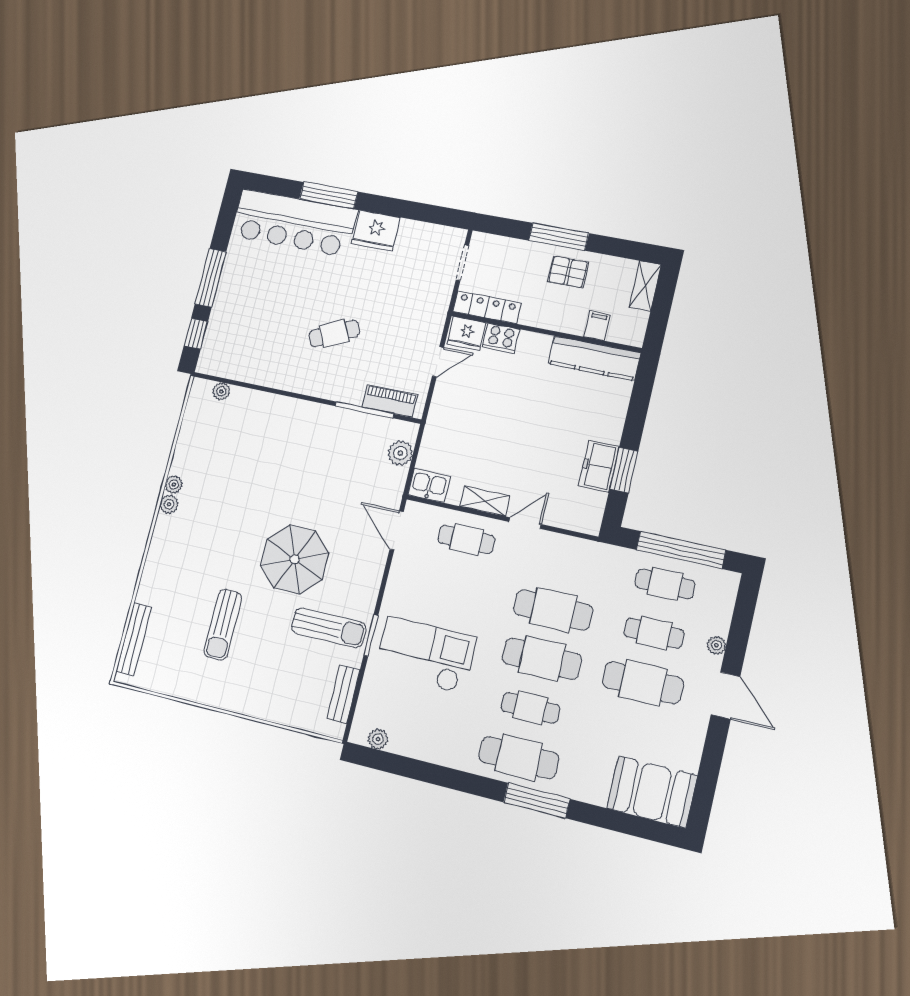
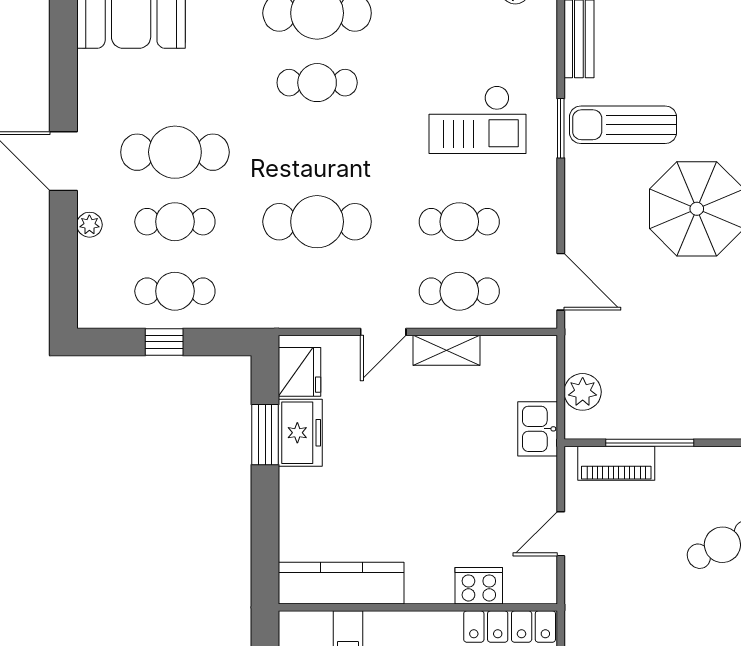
fridge: (467, 333) -> (300, 372), moved, turned 90
kitchen sink: (429, 485) -> (538, 429), moved, turned 90
window: (681, 550) -> (164, 342), width x0.32
checkout: (426, 655) -> (477, 120), width x0.73, depth x0.83
cafe table: (542, 659) -> (459, 222), moved, width x0.73, depth x0.74

